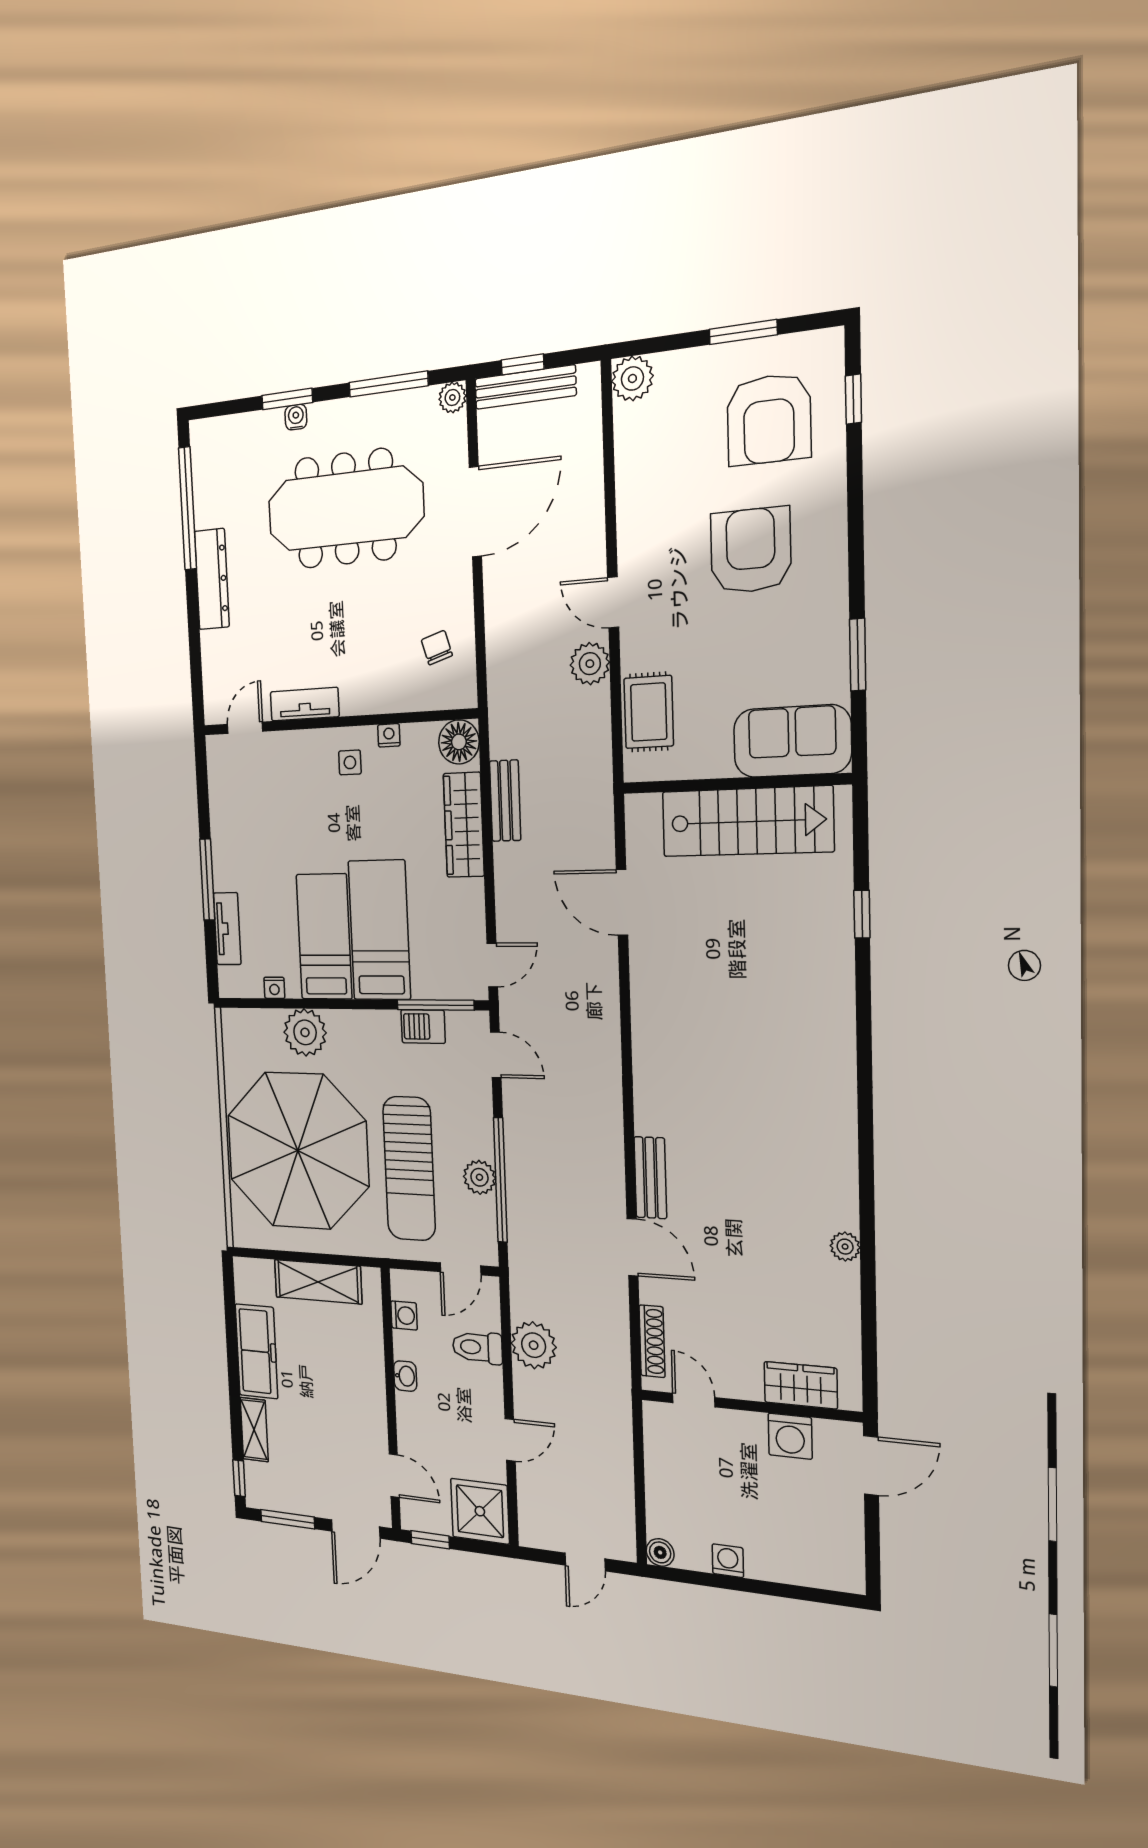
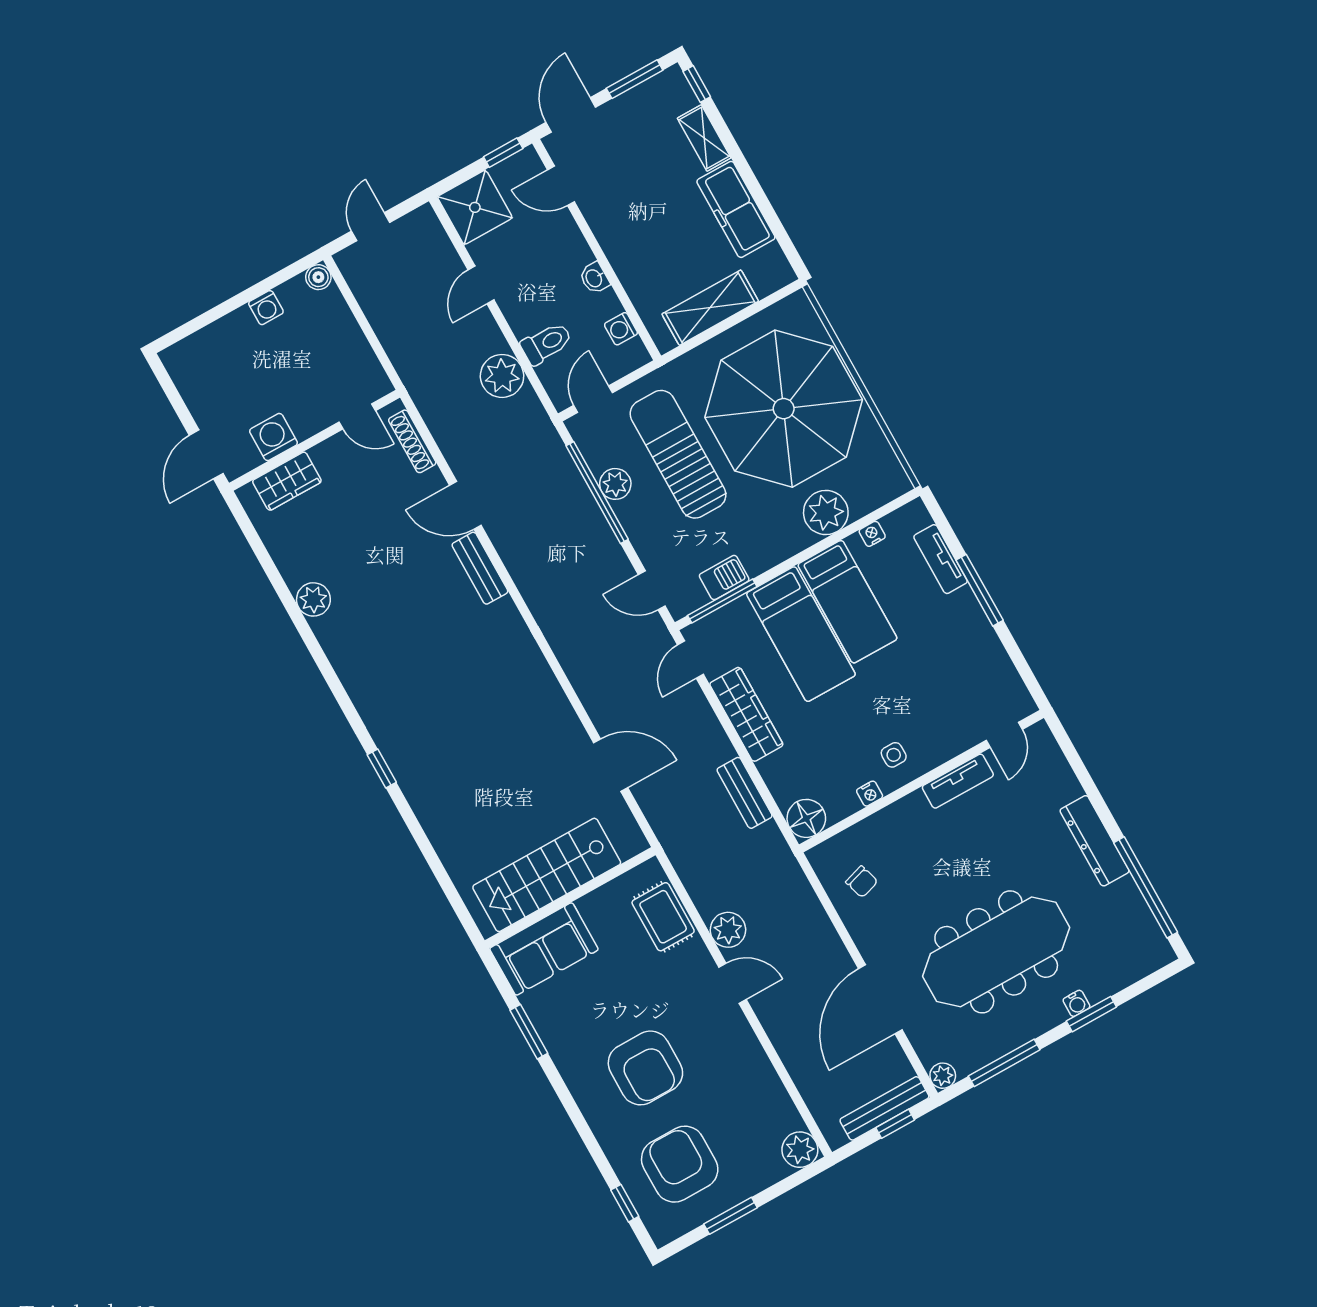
wardrobe: (464, 825) -> (746, 714), moved
window: (862, 914) -> (382, 768), moved
plant: (845, 1247) -> (313, 599), width x1.38, depth x1.38

